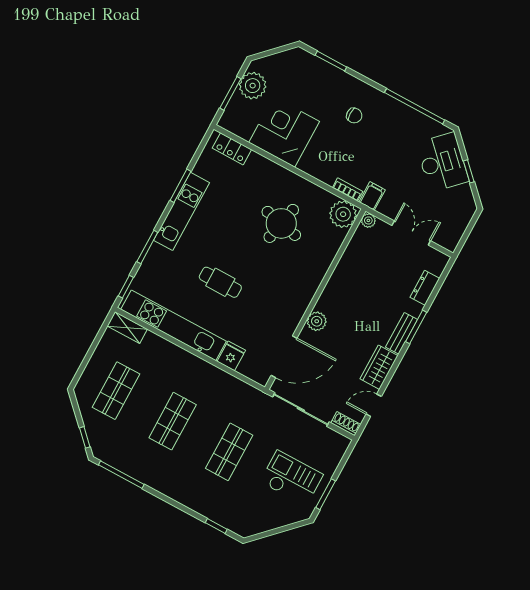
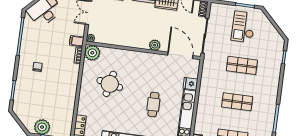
corner desk: (284, 132) -> (60, 101), removed

